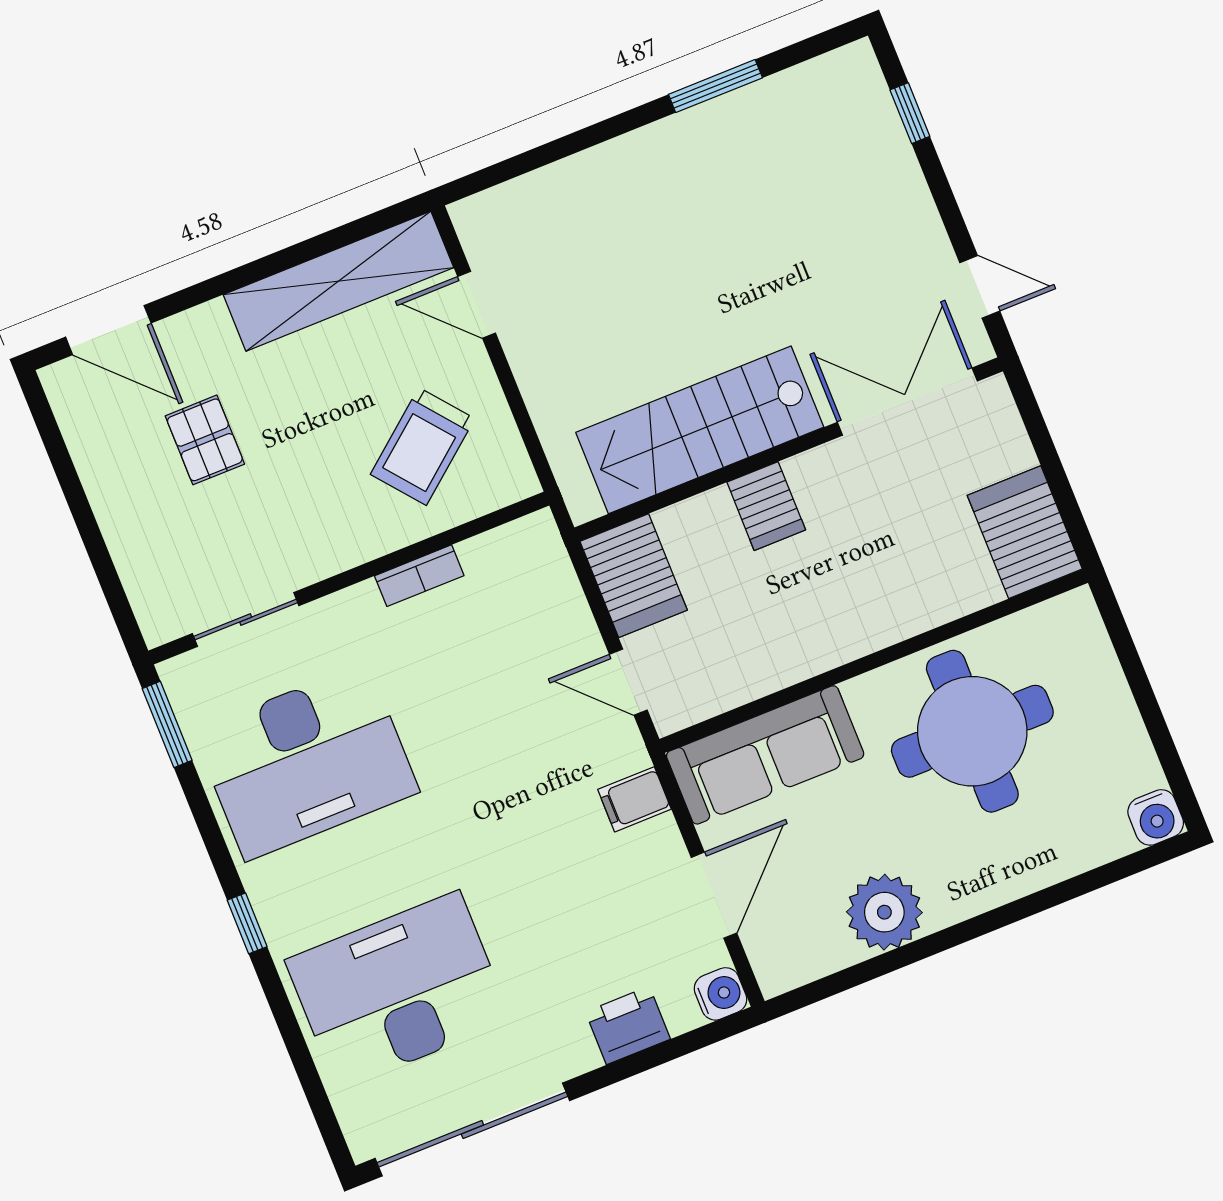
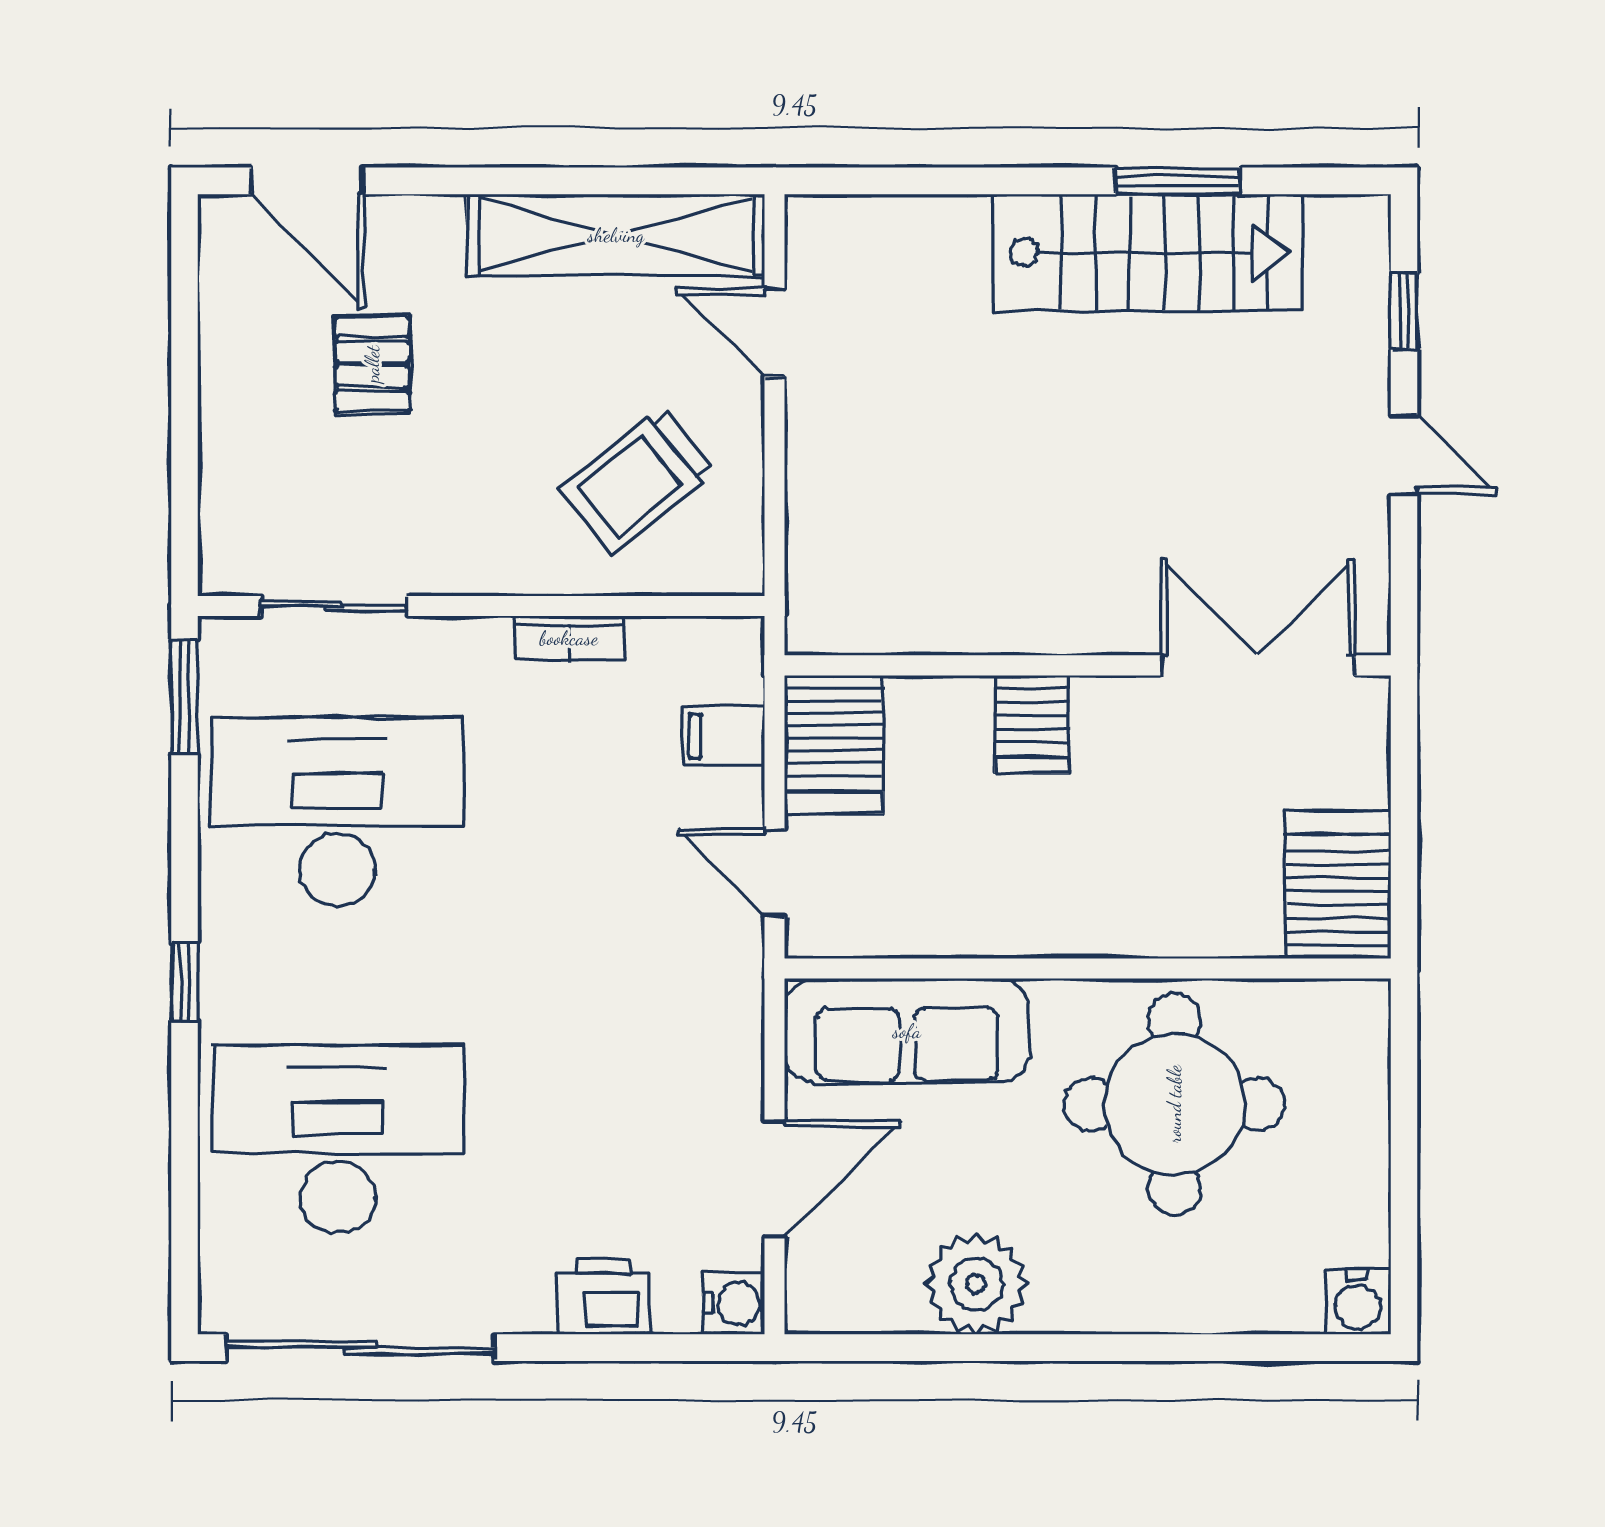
door: (980, 287) -> (1404, 454), moved
stairs: (700, 430) -> (1148, 252), moved, turned 180
desk: (306, 762) -> (338, 811), turned 180
filing cabinet: (635, 799) -> (724, 736), moved

